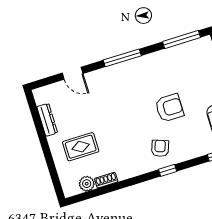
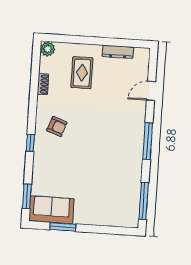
armchair: (169, 108) -> (86, 166), removed
armchair: (160, 148) -> (57, 126), moved
plant: (87, 184) -> (48, 49), moved

